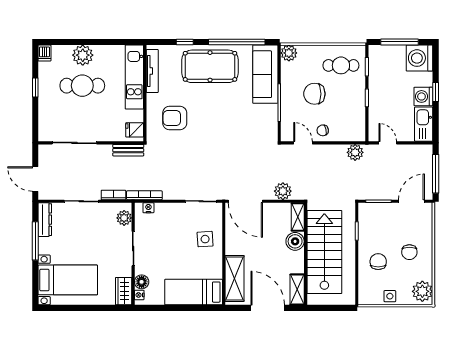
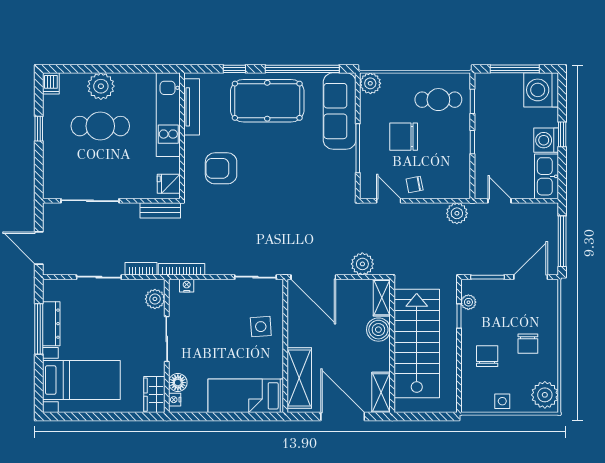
dresser: (45, 220) -> (51, 324), moved
plant: (364, 220) -> (468, 302), added

